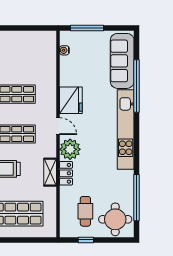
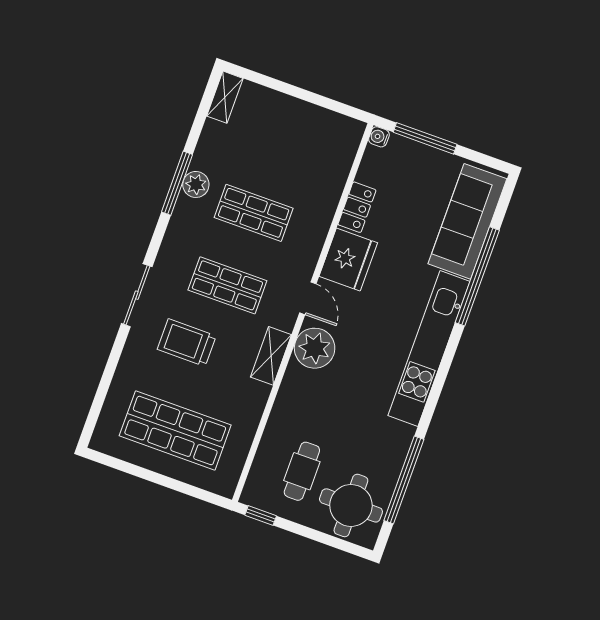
water cooler: (64, 50) -> (379, 137), moved
shelving: (50, 172) -> (271, 356), moved
locker: (66, 173) -> (357, 207), moved
window: (86, 240) -> (261, 515), moved

